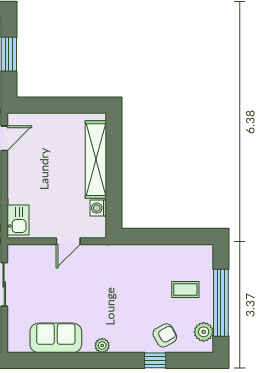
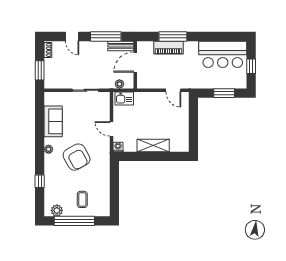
shelving: (96, 160) -> (153, 145), width x0.68
washing machine: (98, 208) -> (118, 147), moved
armchair: (165, 335) -> (77, 157), moved, width x1.88, depth x1.88

